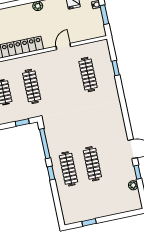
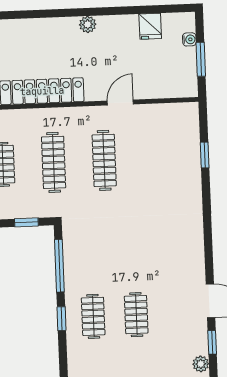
clothes rail: (88, 74) -> (104, 160), moved
clothes rail: (92, 164) -> (136, 315), width x0.73
clothes rail: (68, 169) -> (93, 316), width x0.73

